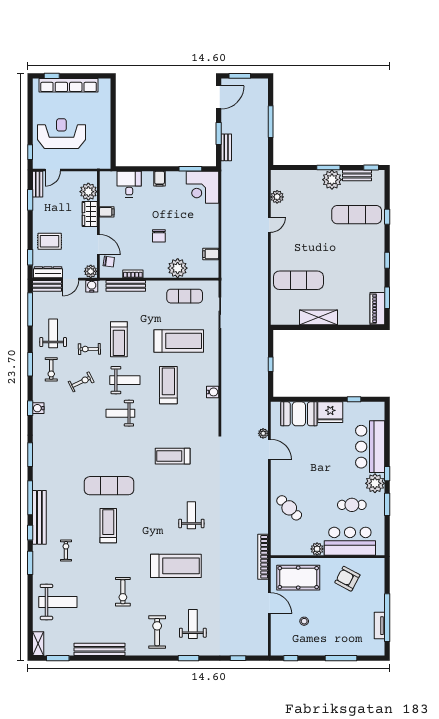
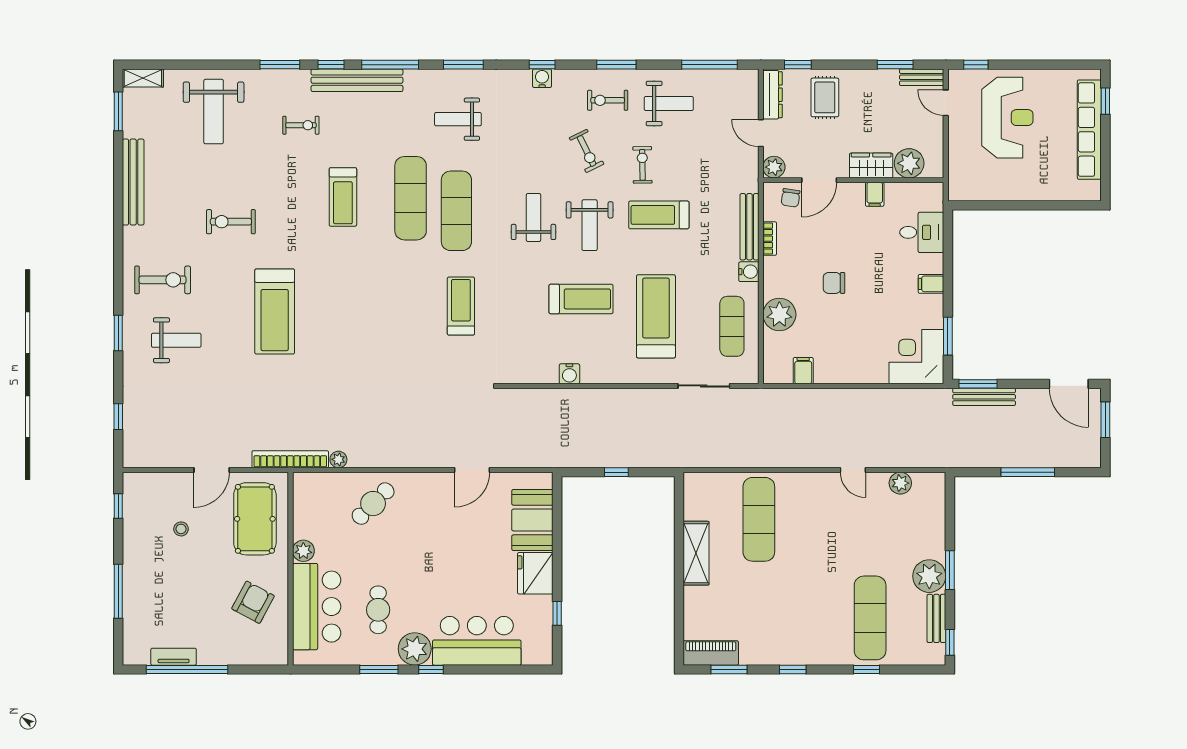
window: (219, 134) -> (978, 384), moved
bench: (226, 147) -> (984, 397), width x1.36
bench: (47, 286) -> (749, 93), removed
water cooler: (92, 286) -> (749, 272), moved
treadmill: (179, 341) -> (656, 316), turned 180
plant: (263, 433) -> (338, 459), moved
exercise mat: (116, 459) -> (456, 211), added
weight bench: (191, 515) -> (458, 119), moved, turned 180
treadmill: (108, 526) -> (343, 197), turned 90

